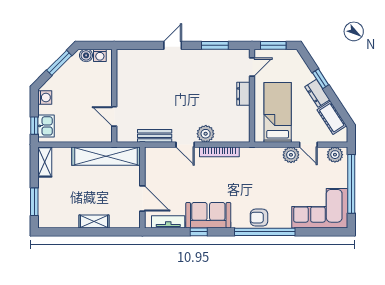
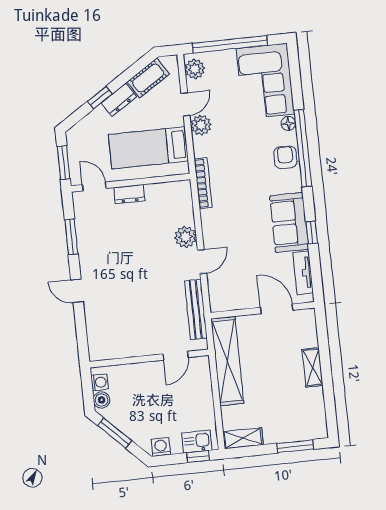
bench: (155, 136) -> (196, 309), width x1.36
bookcase: (219, 152) -> (203, 183), moved
door: (142, 199) -> (277, 309), hinge flipped
armchair: (259, 218) -> (285, 157), turned 180
floor lamp: (285, 223) -> (288, 123), added

